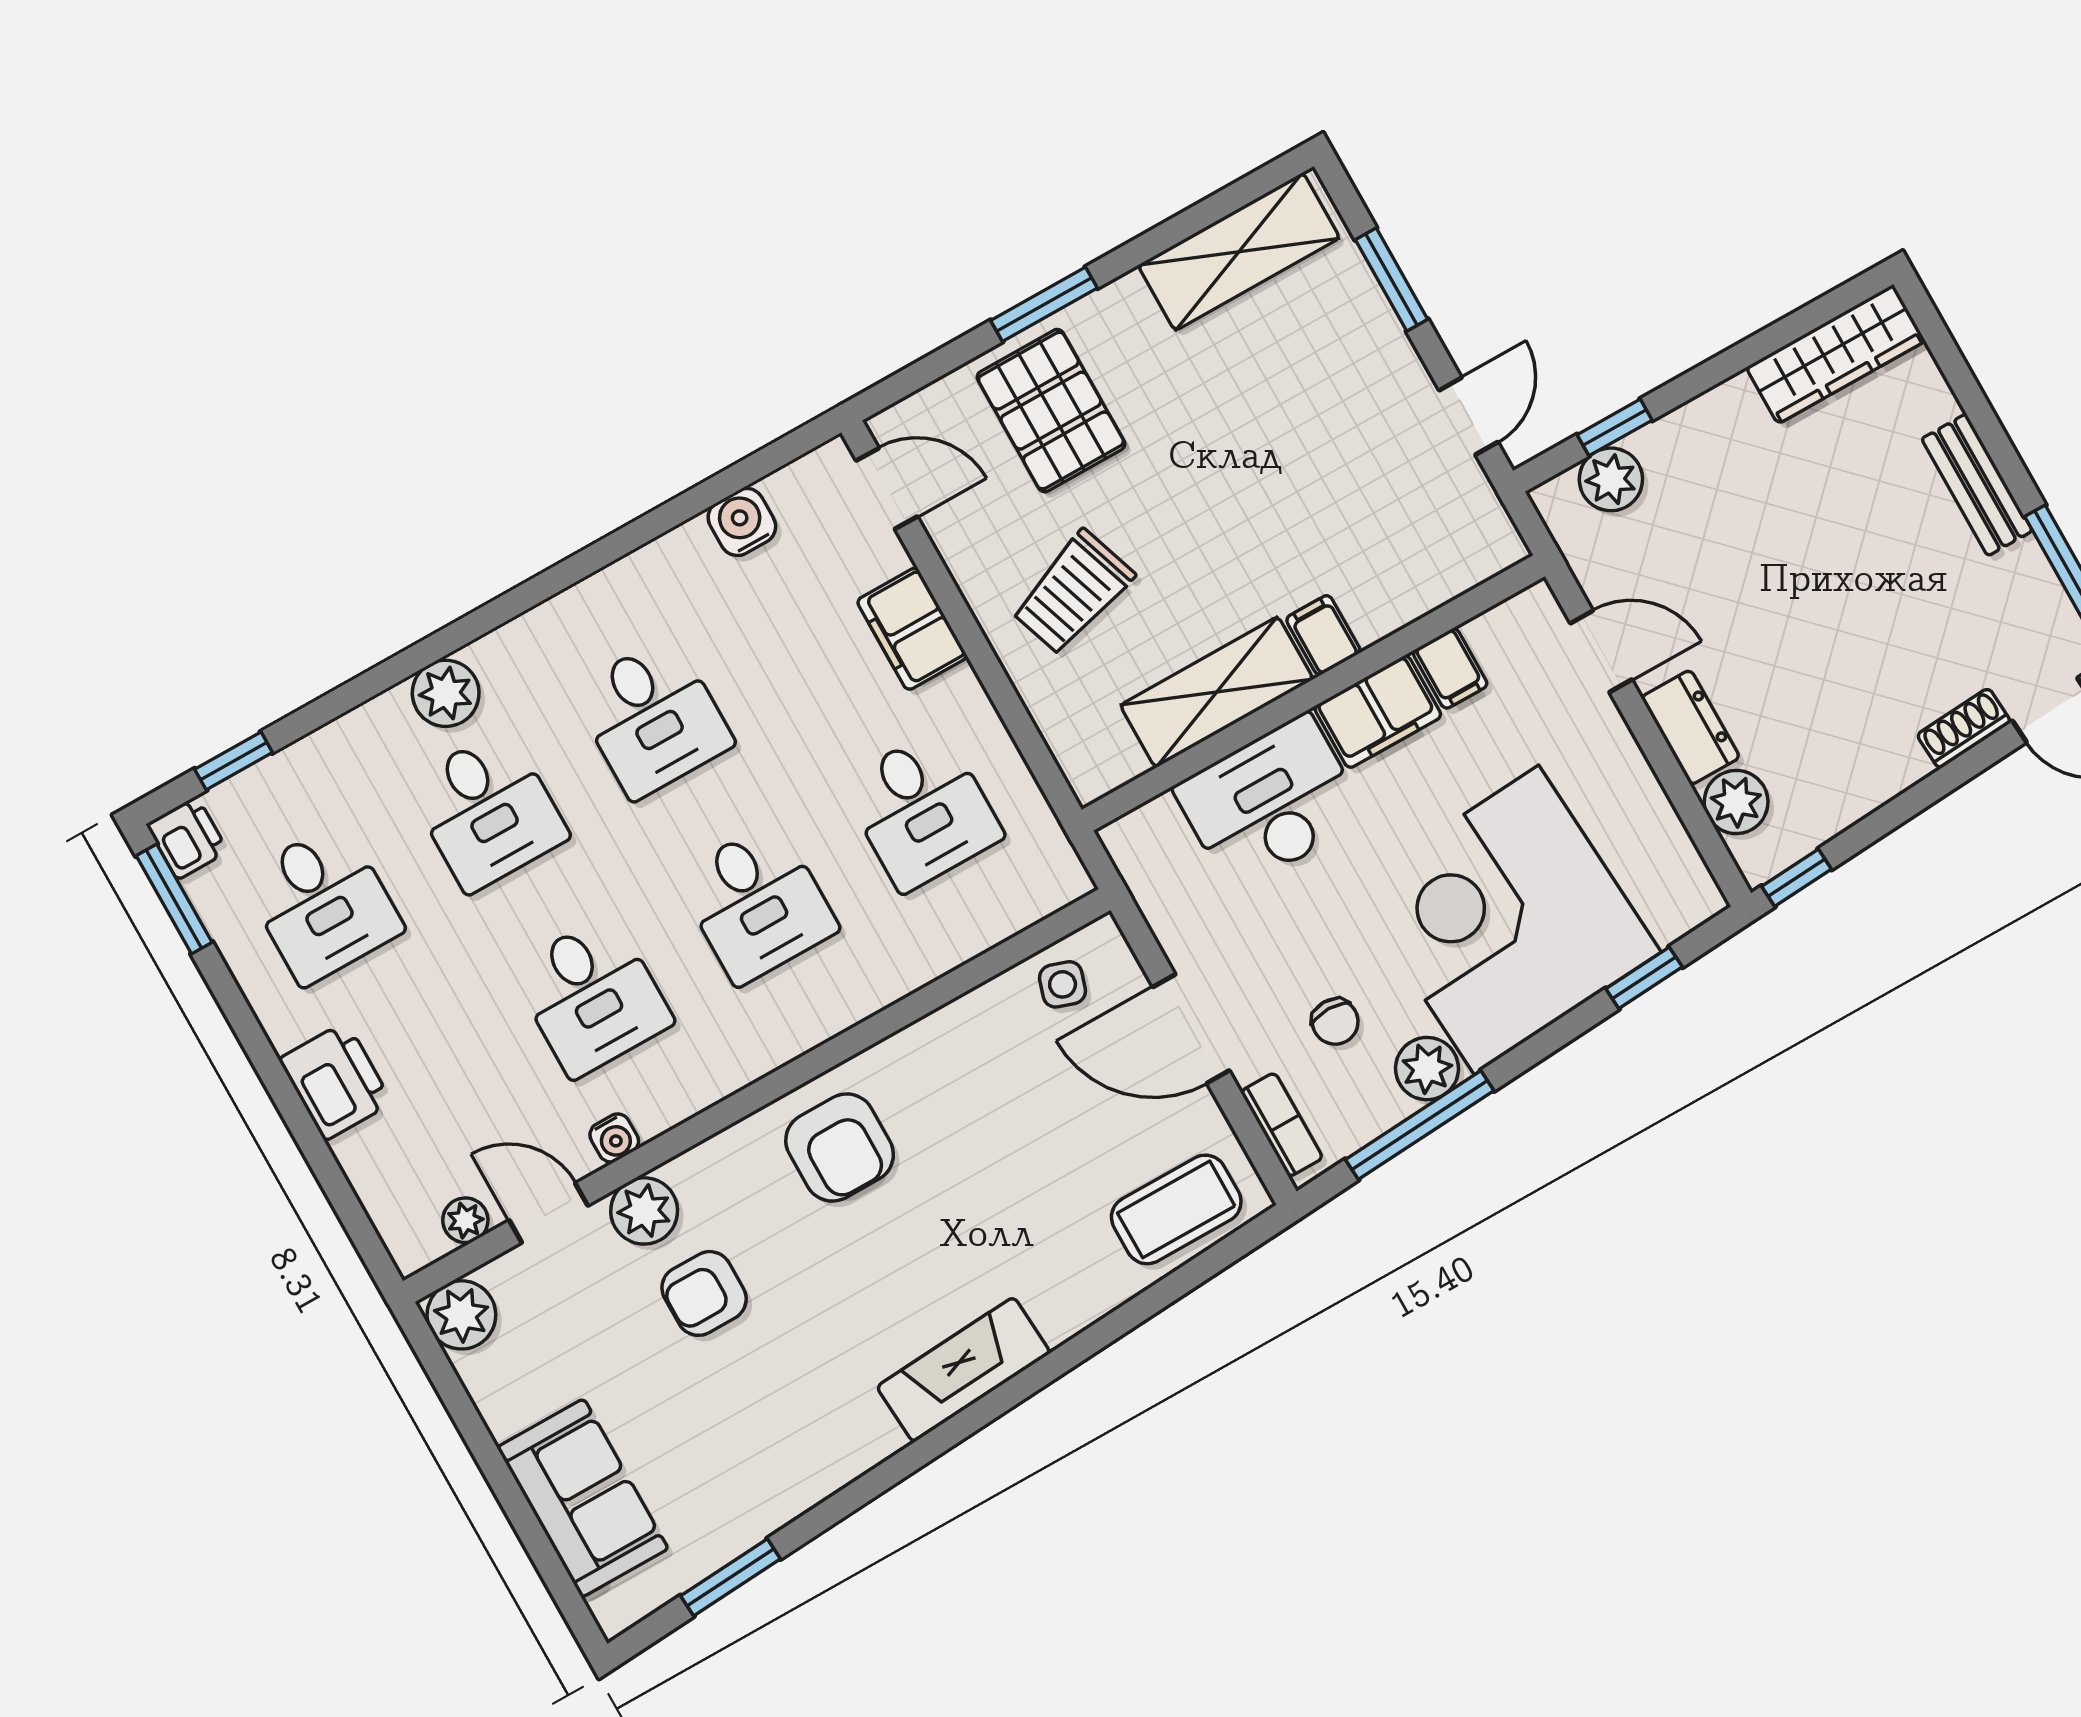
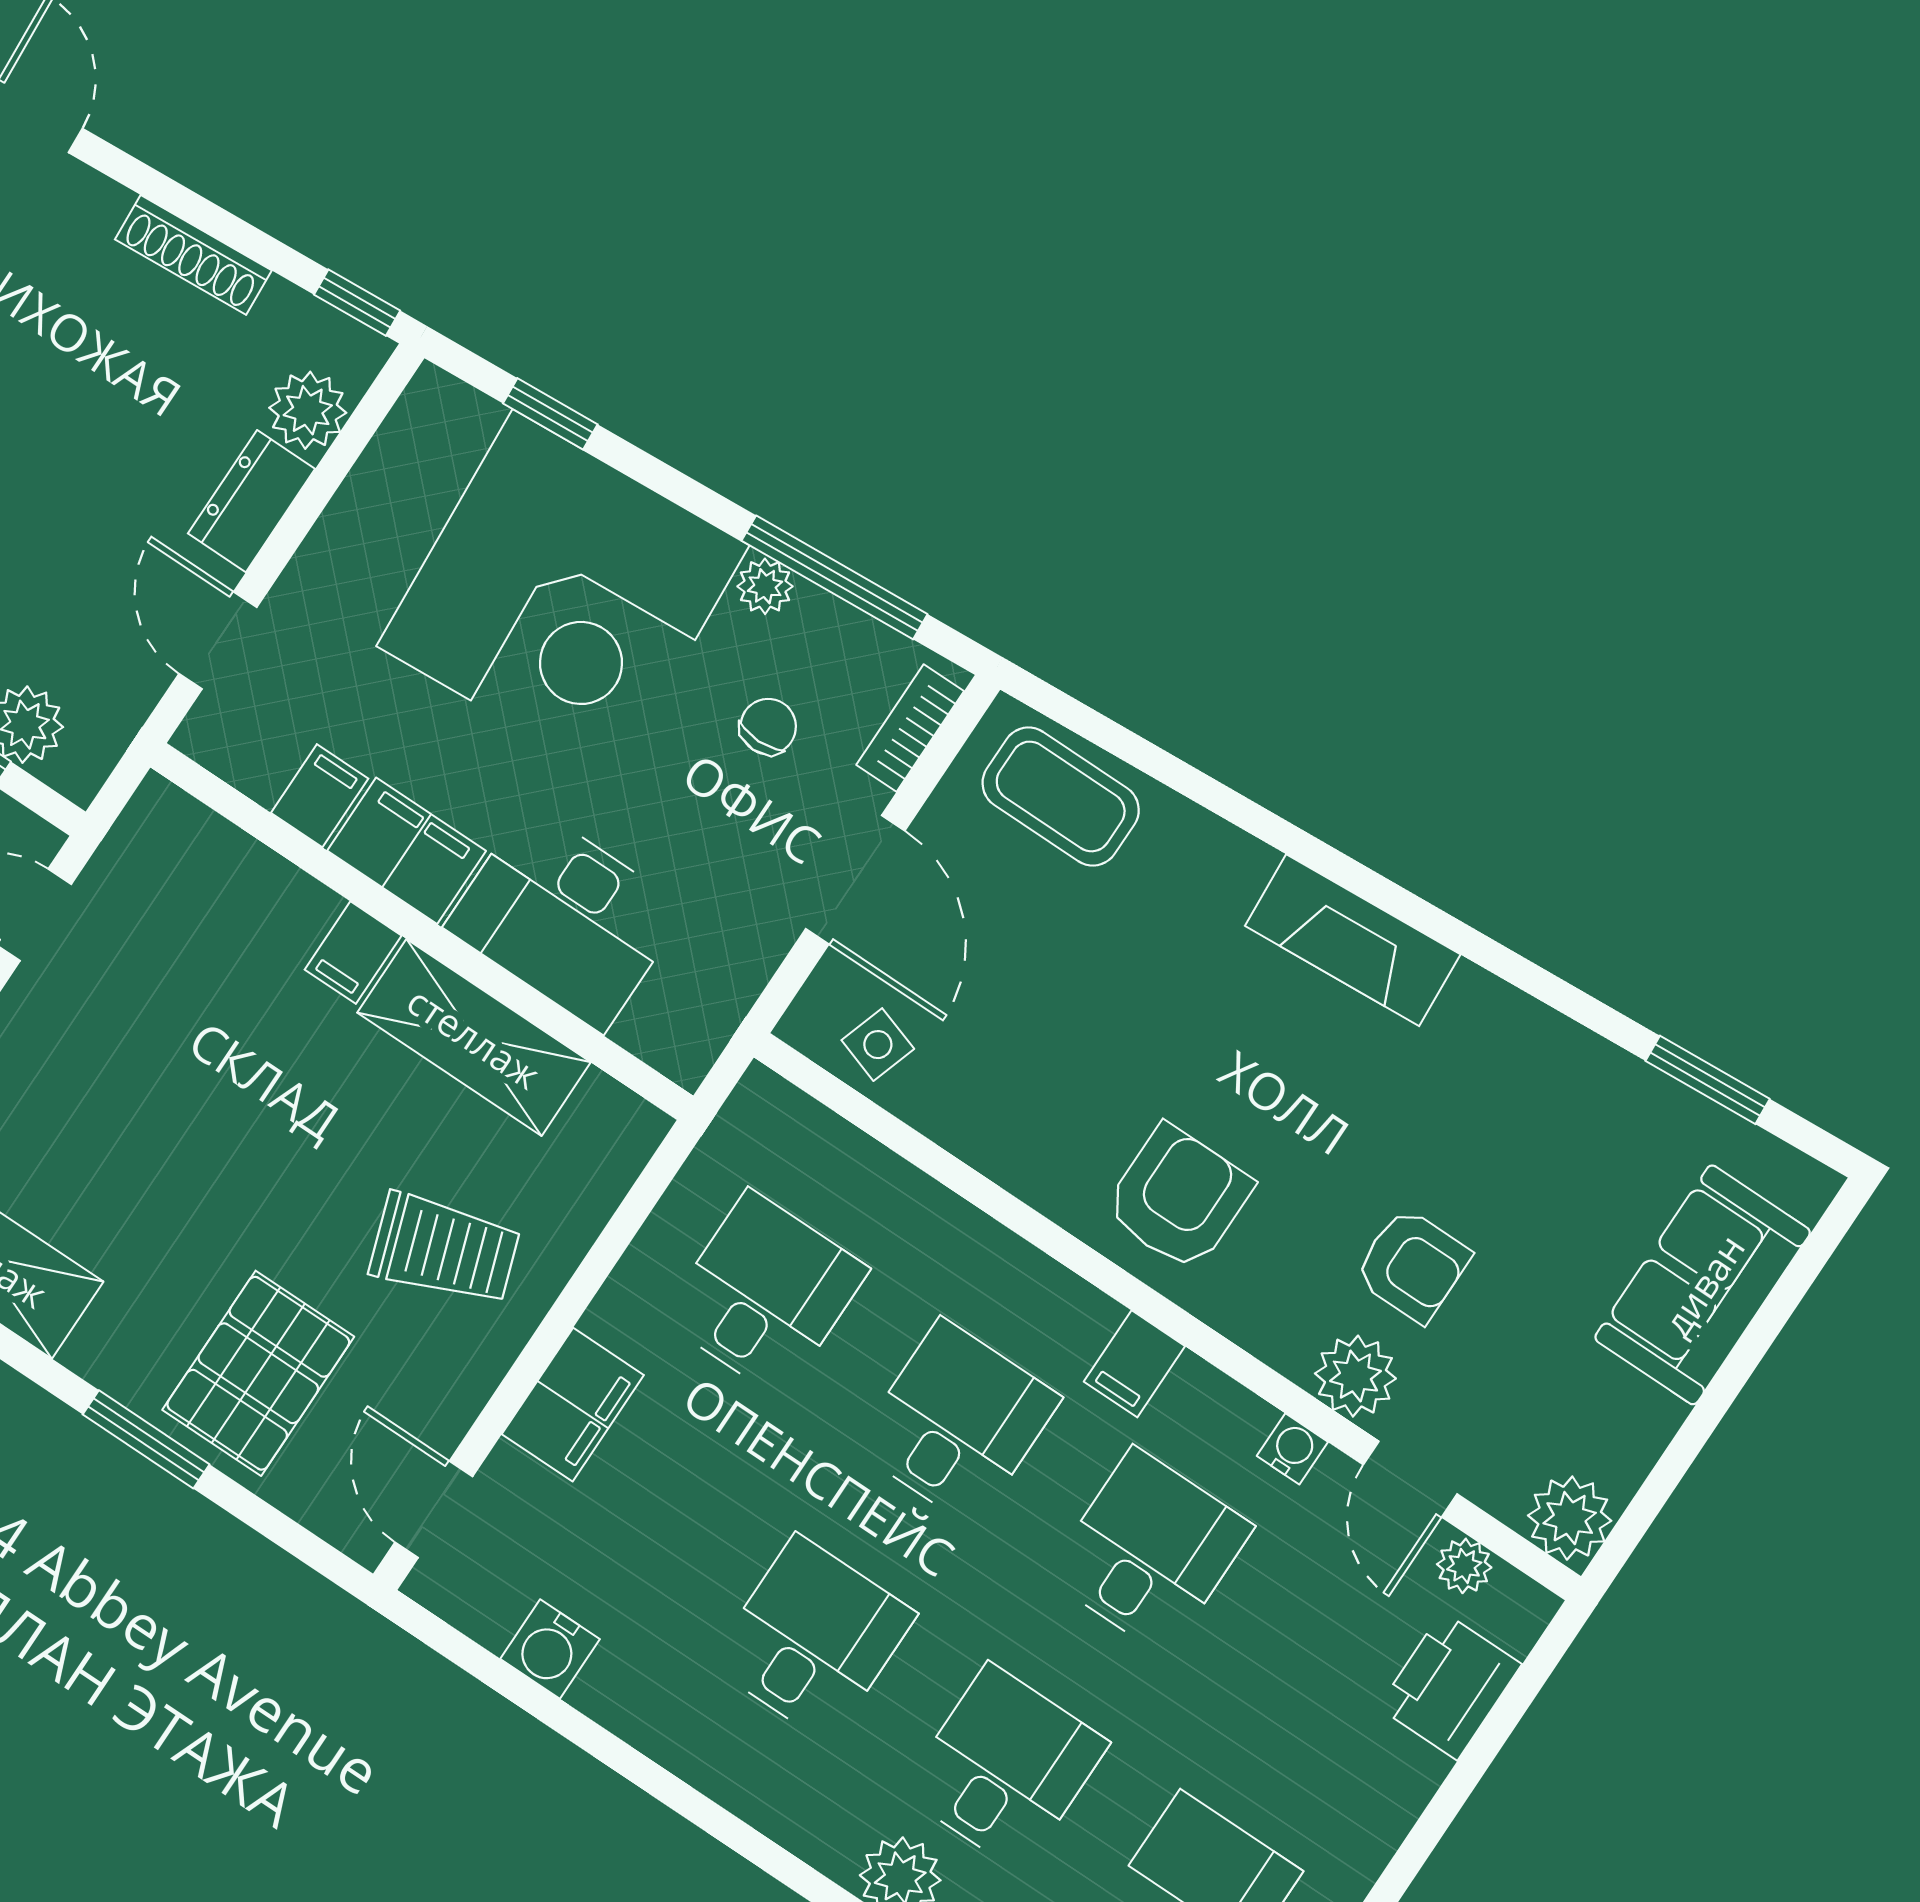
shoe rack: (1964, 728) -> (193, 255), moved, width x1.43
filing cabinet: (735, 1054) -> (1134, 1364), added
plant: (1427, 1069) -> (765, 586), width x0.73, depth x0.73
printer: (335, 1081) -> (1450, 1686), moved

